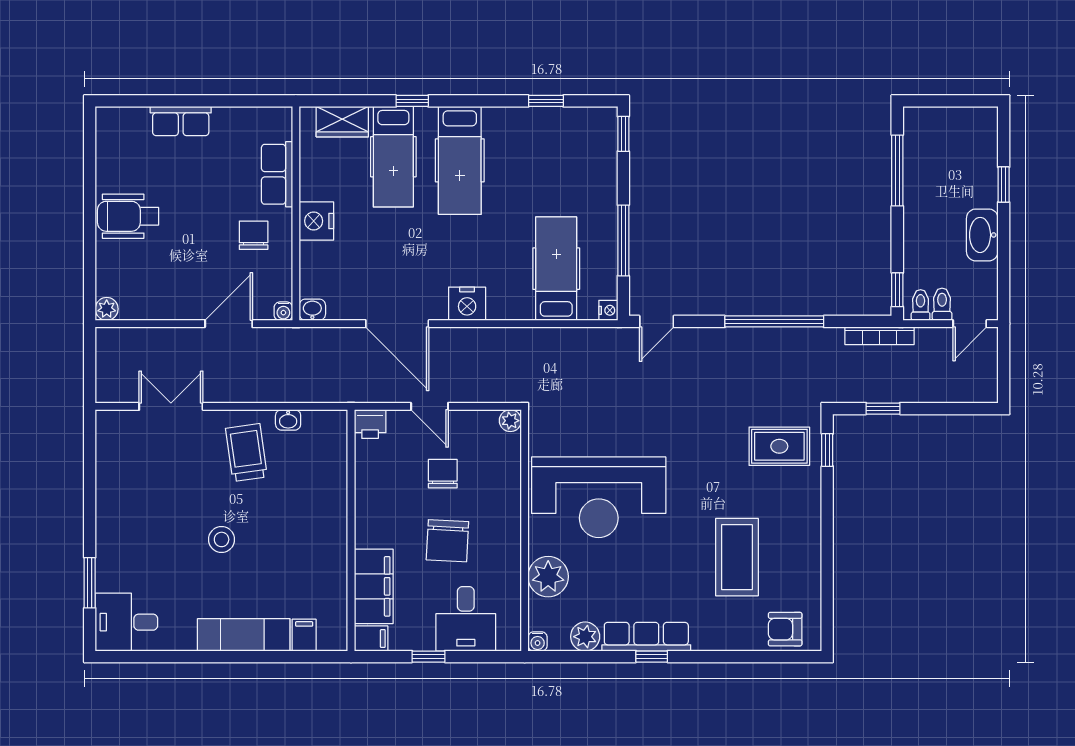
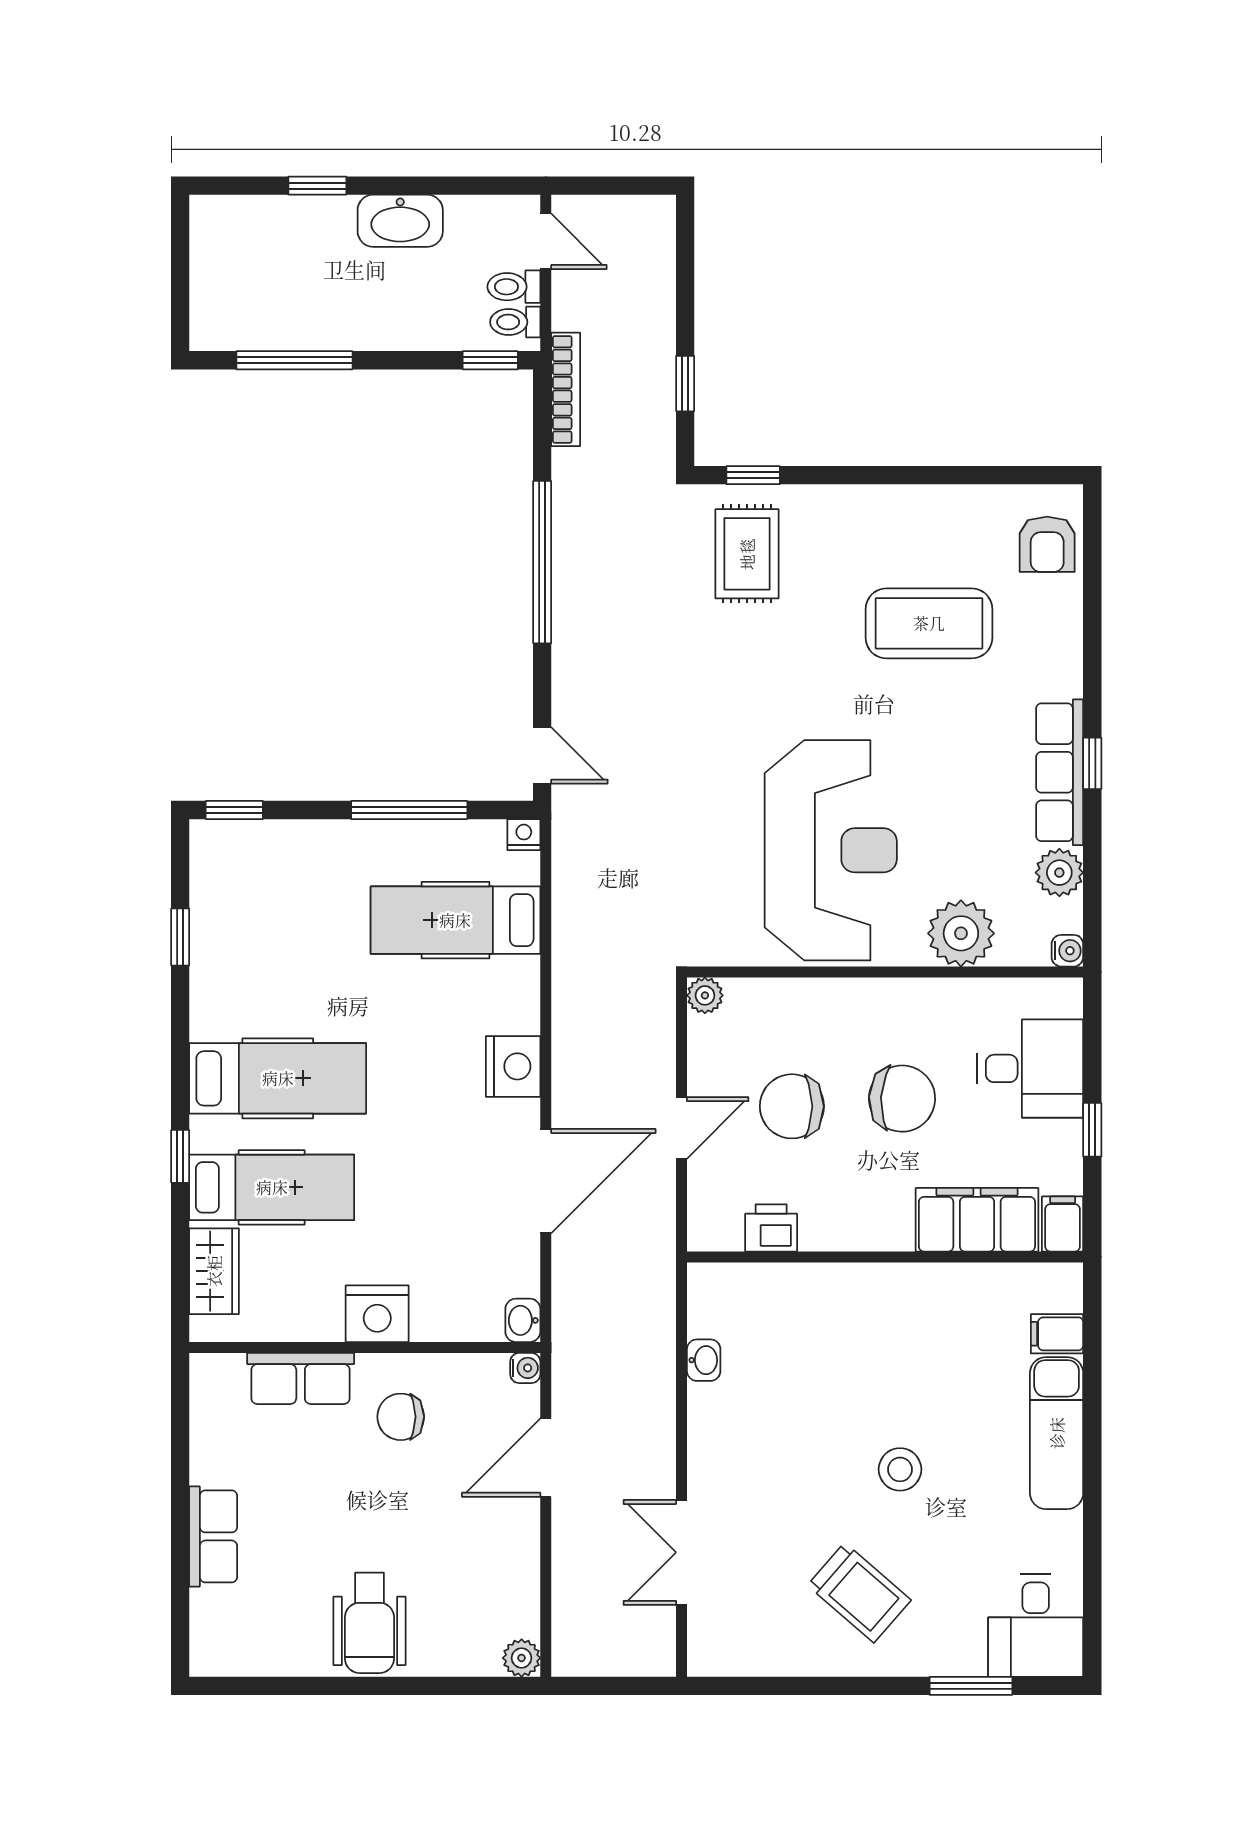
door: (229, 324) -> (546, 1458), hinge flipped
printer: (370, 424) -> (771, 1228), moved, turned -90
trolley: (246, 453) -> (859, 1593), moved, turned -131
chair: (443, 474) -> (792, 1106), width x1.37, depth x1.37

